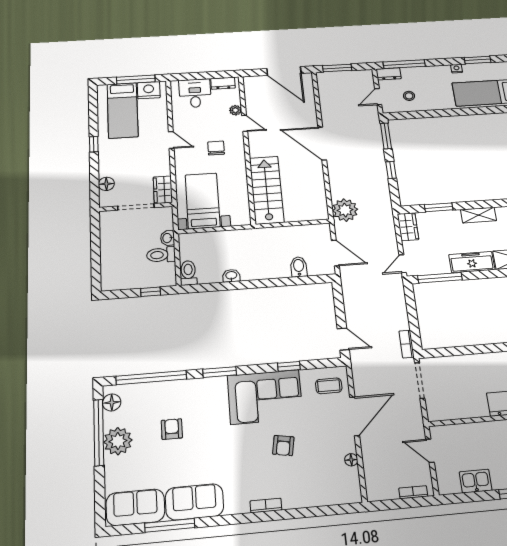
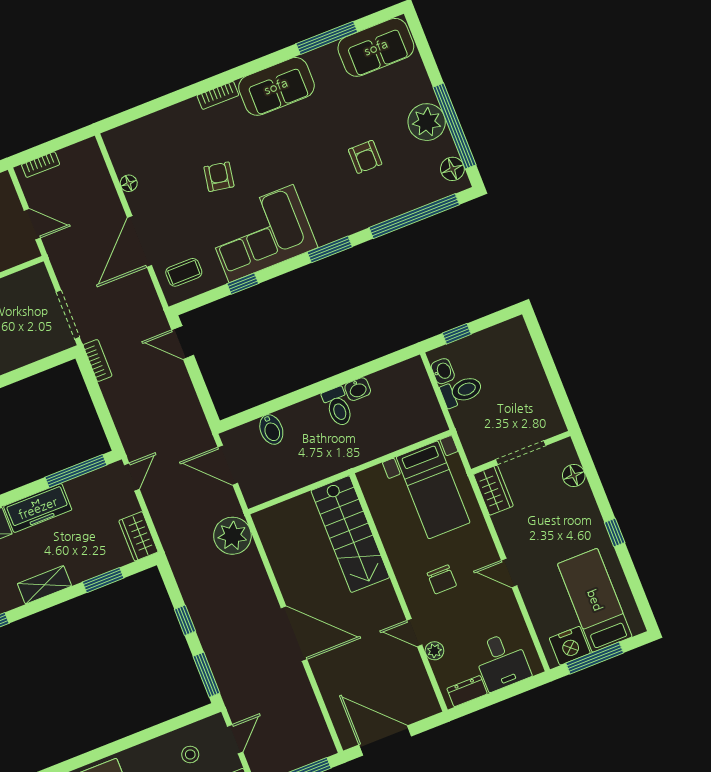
washbasin: (168, 238) -> (443, 371), moved
toilet: (188, 273) -> (338, 407), moved
sofa: (194, 502) -> (276, 86), moved

